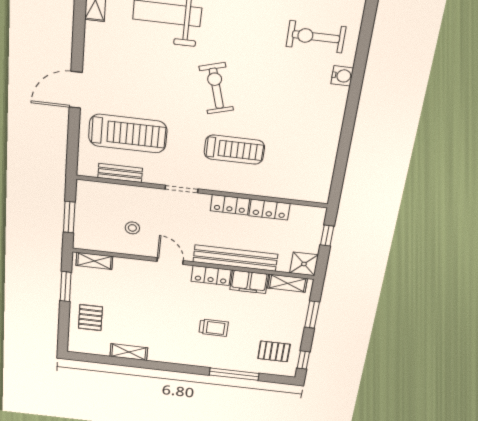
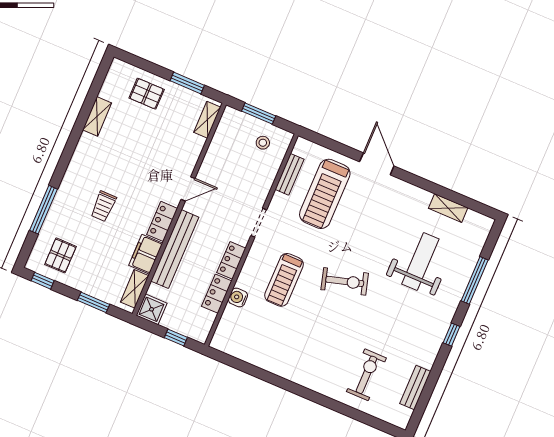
water cooler: (342, 76) -> (238, 297), moved, turned 90
stool: (132, 228) -> (263, 143), moved

